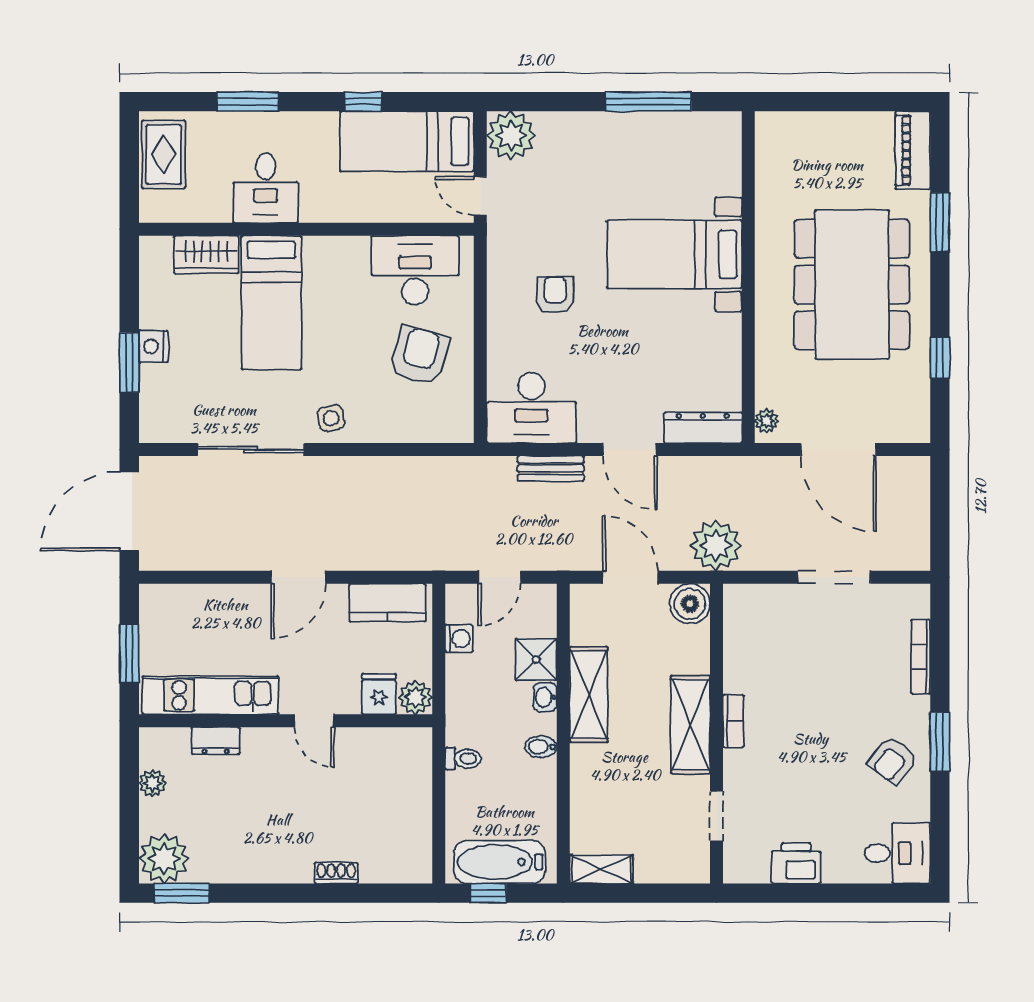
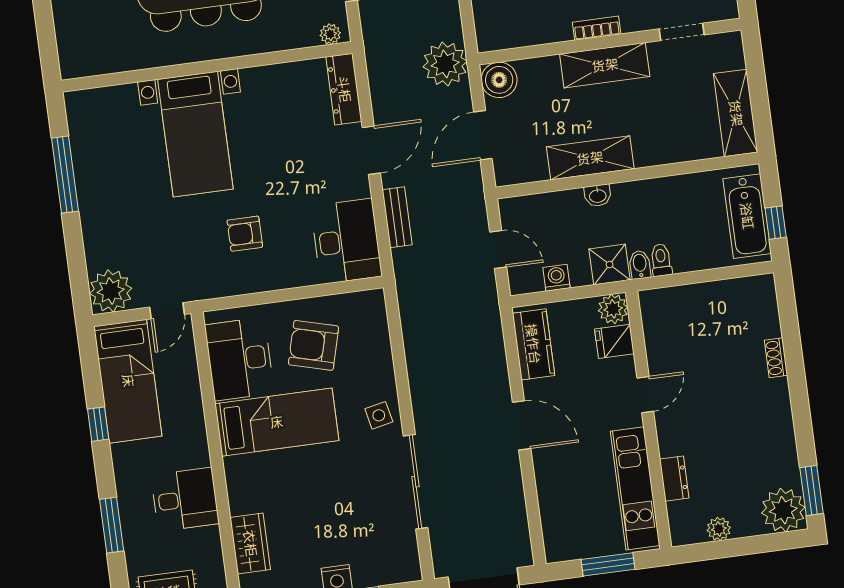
bed: (271, 303) -> (277, 422), moved
shower: (536, 659) -> (609, 264), moved
bidet: (541, 747) -> (640, 265), moved, turned 180
shelving: (601, 869) -> (736, 113), width x1.50, depth x1.33

